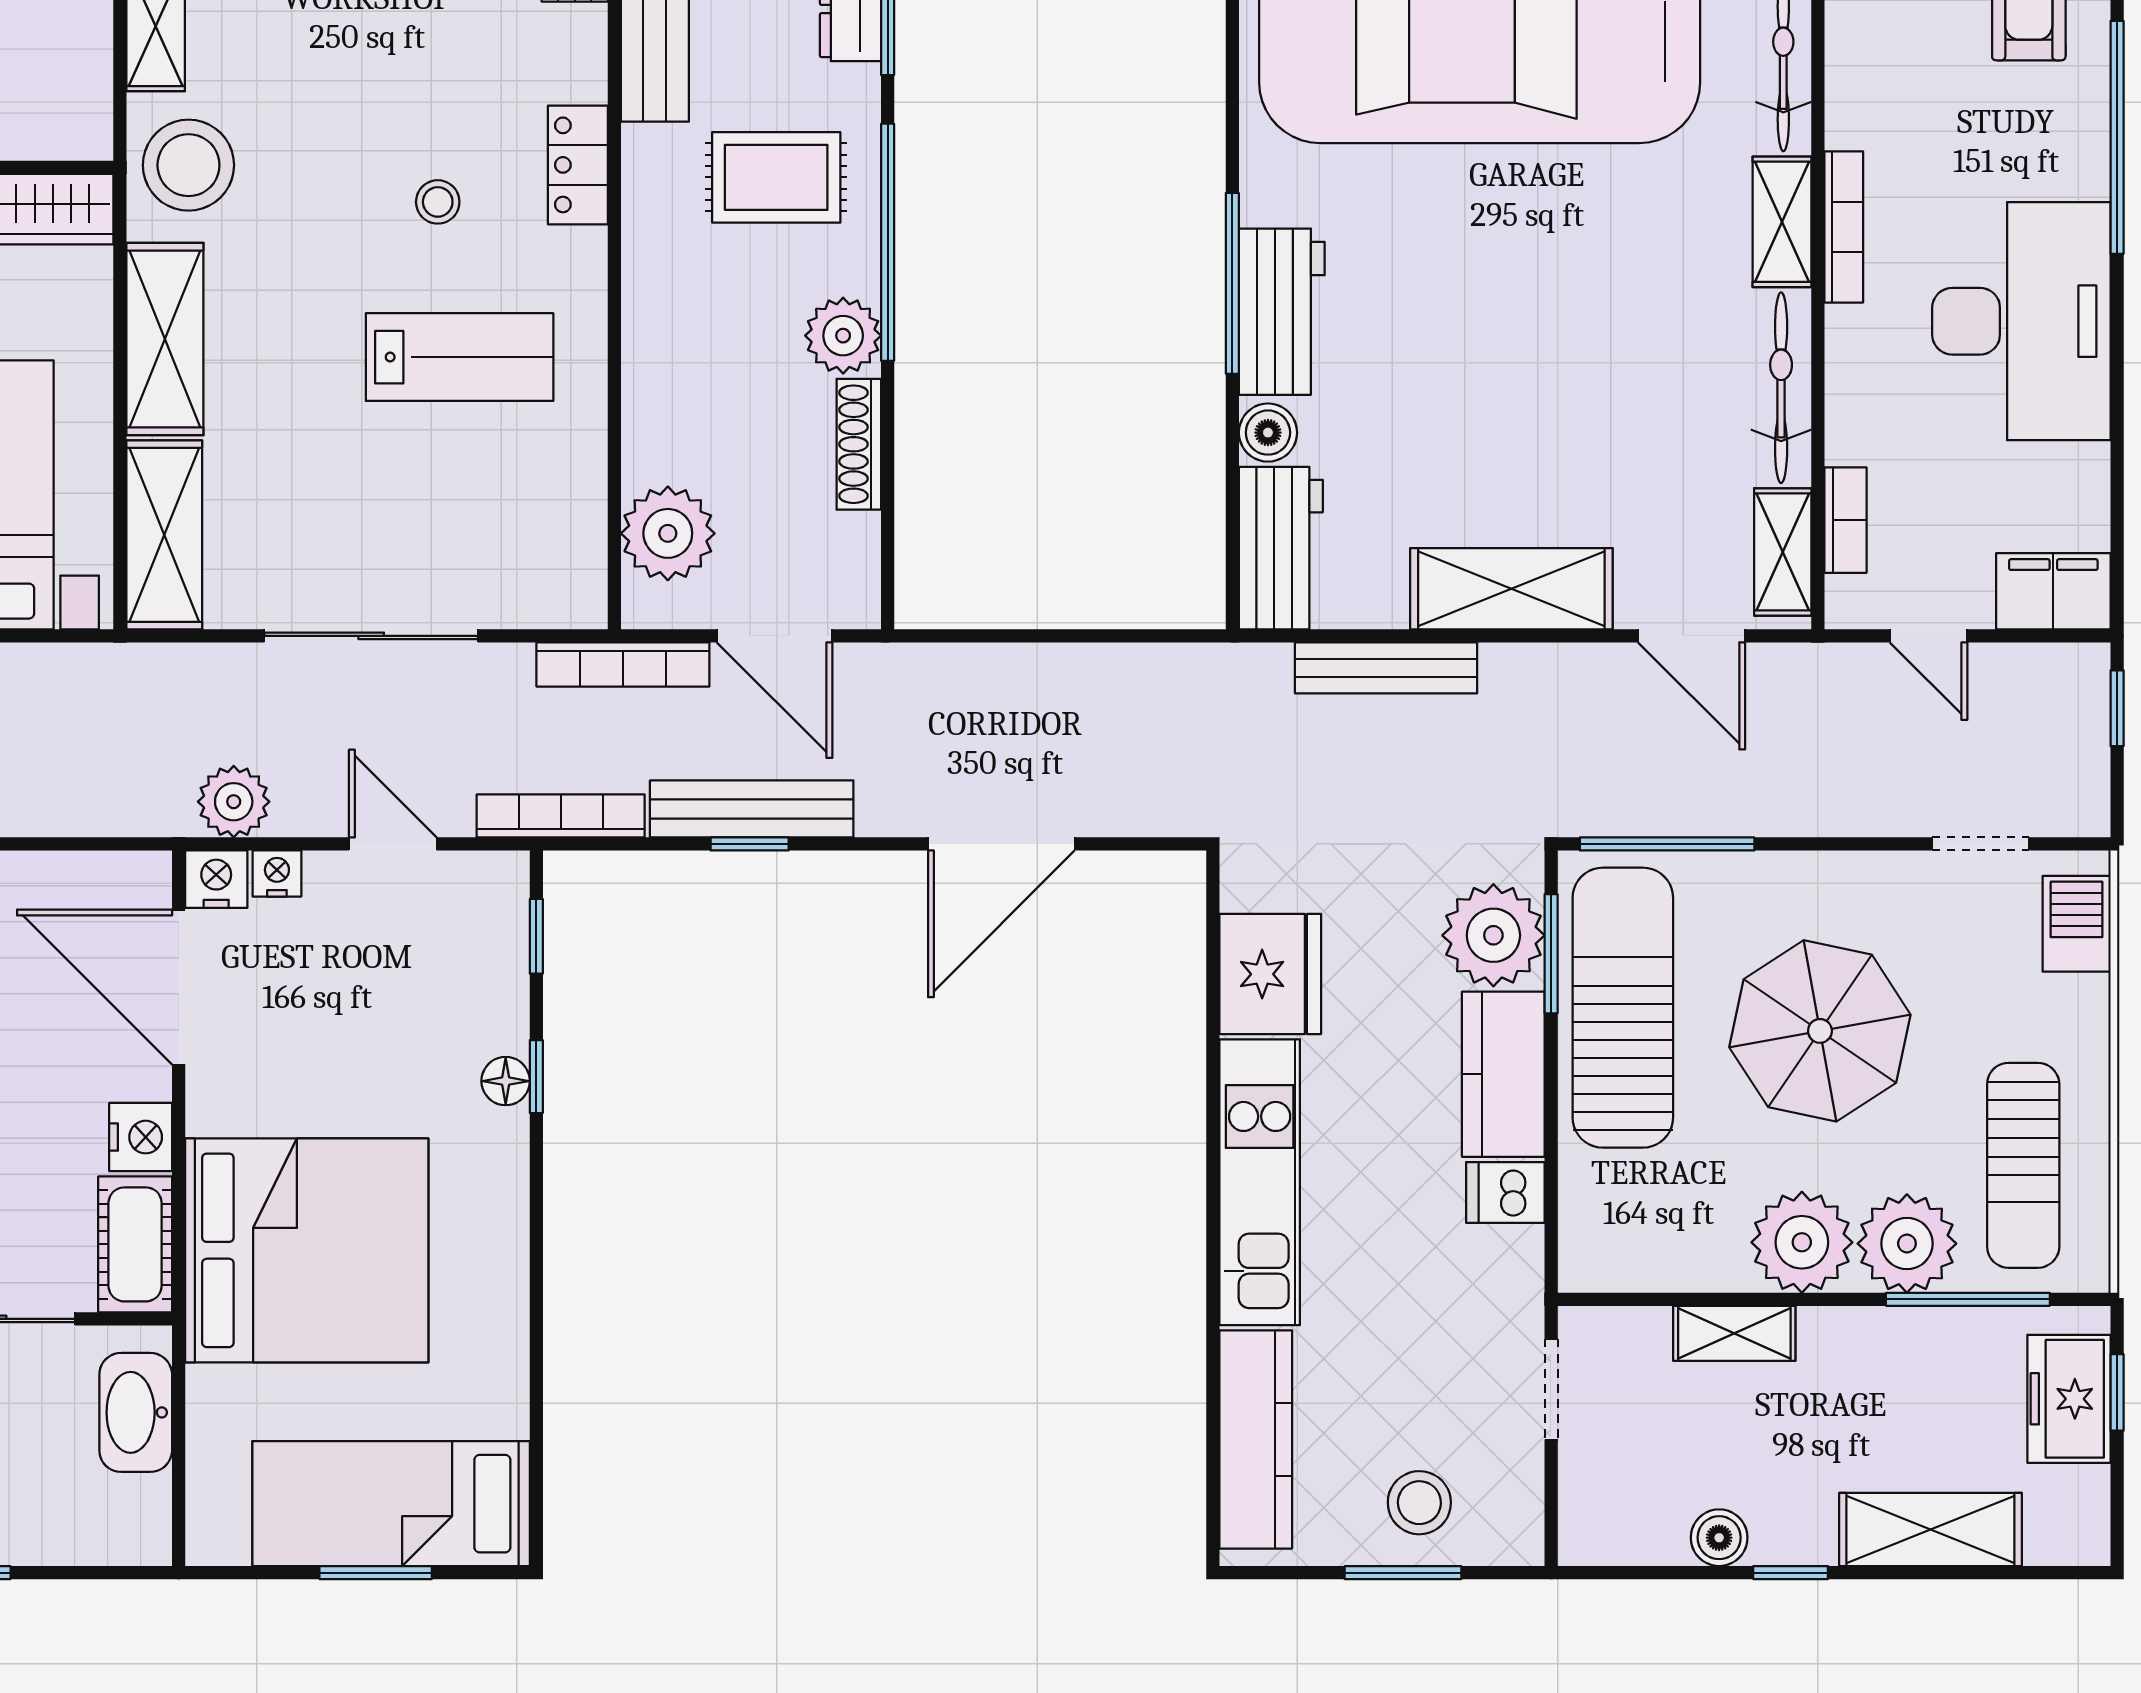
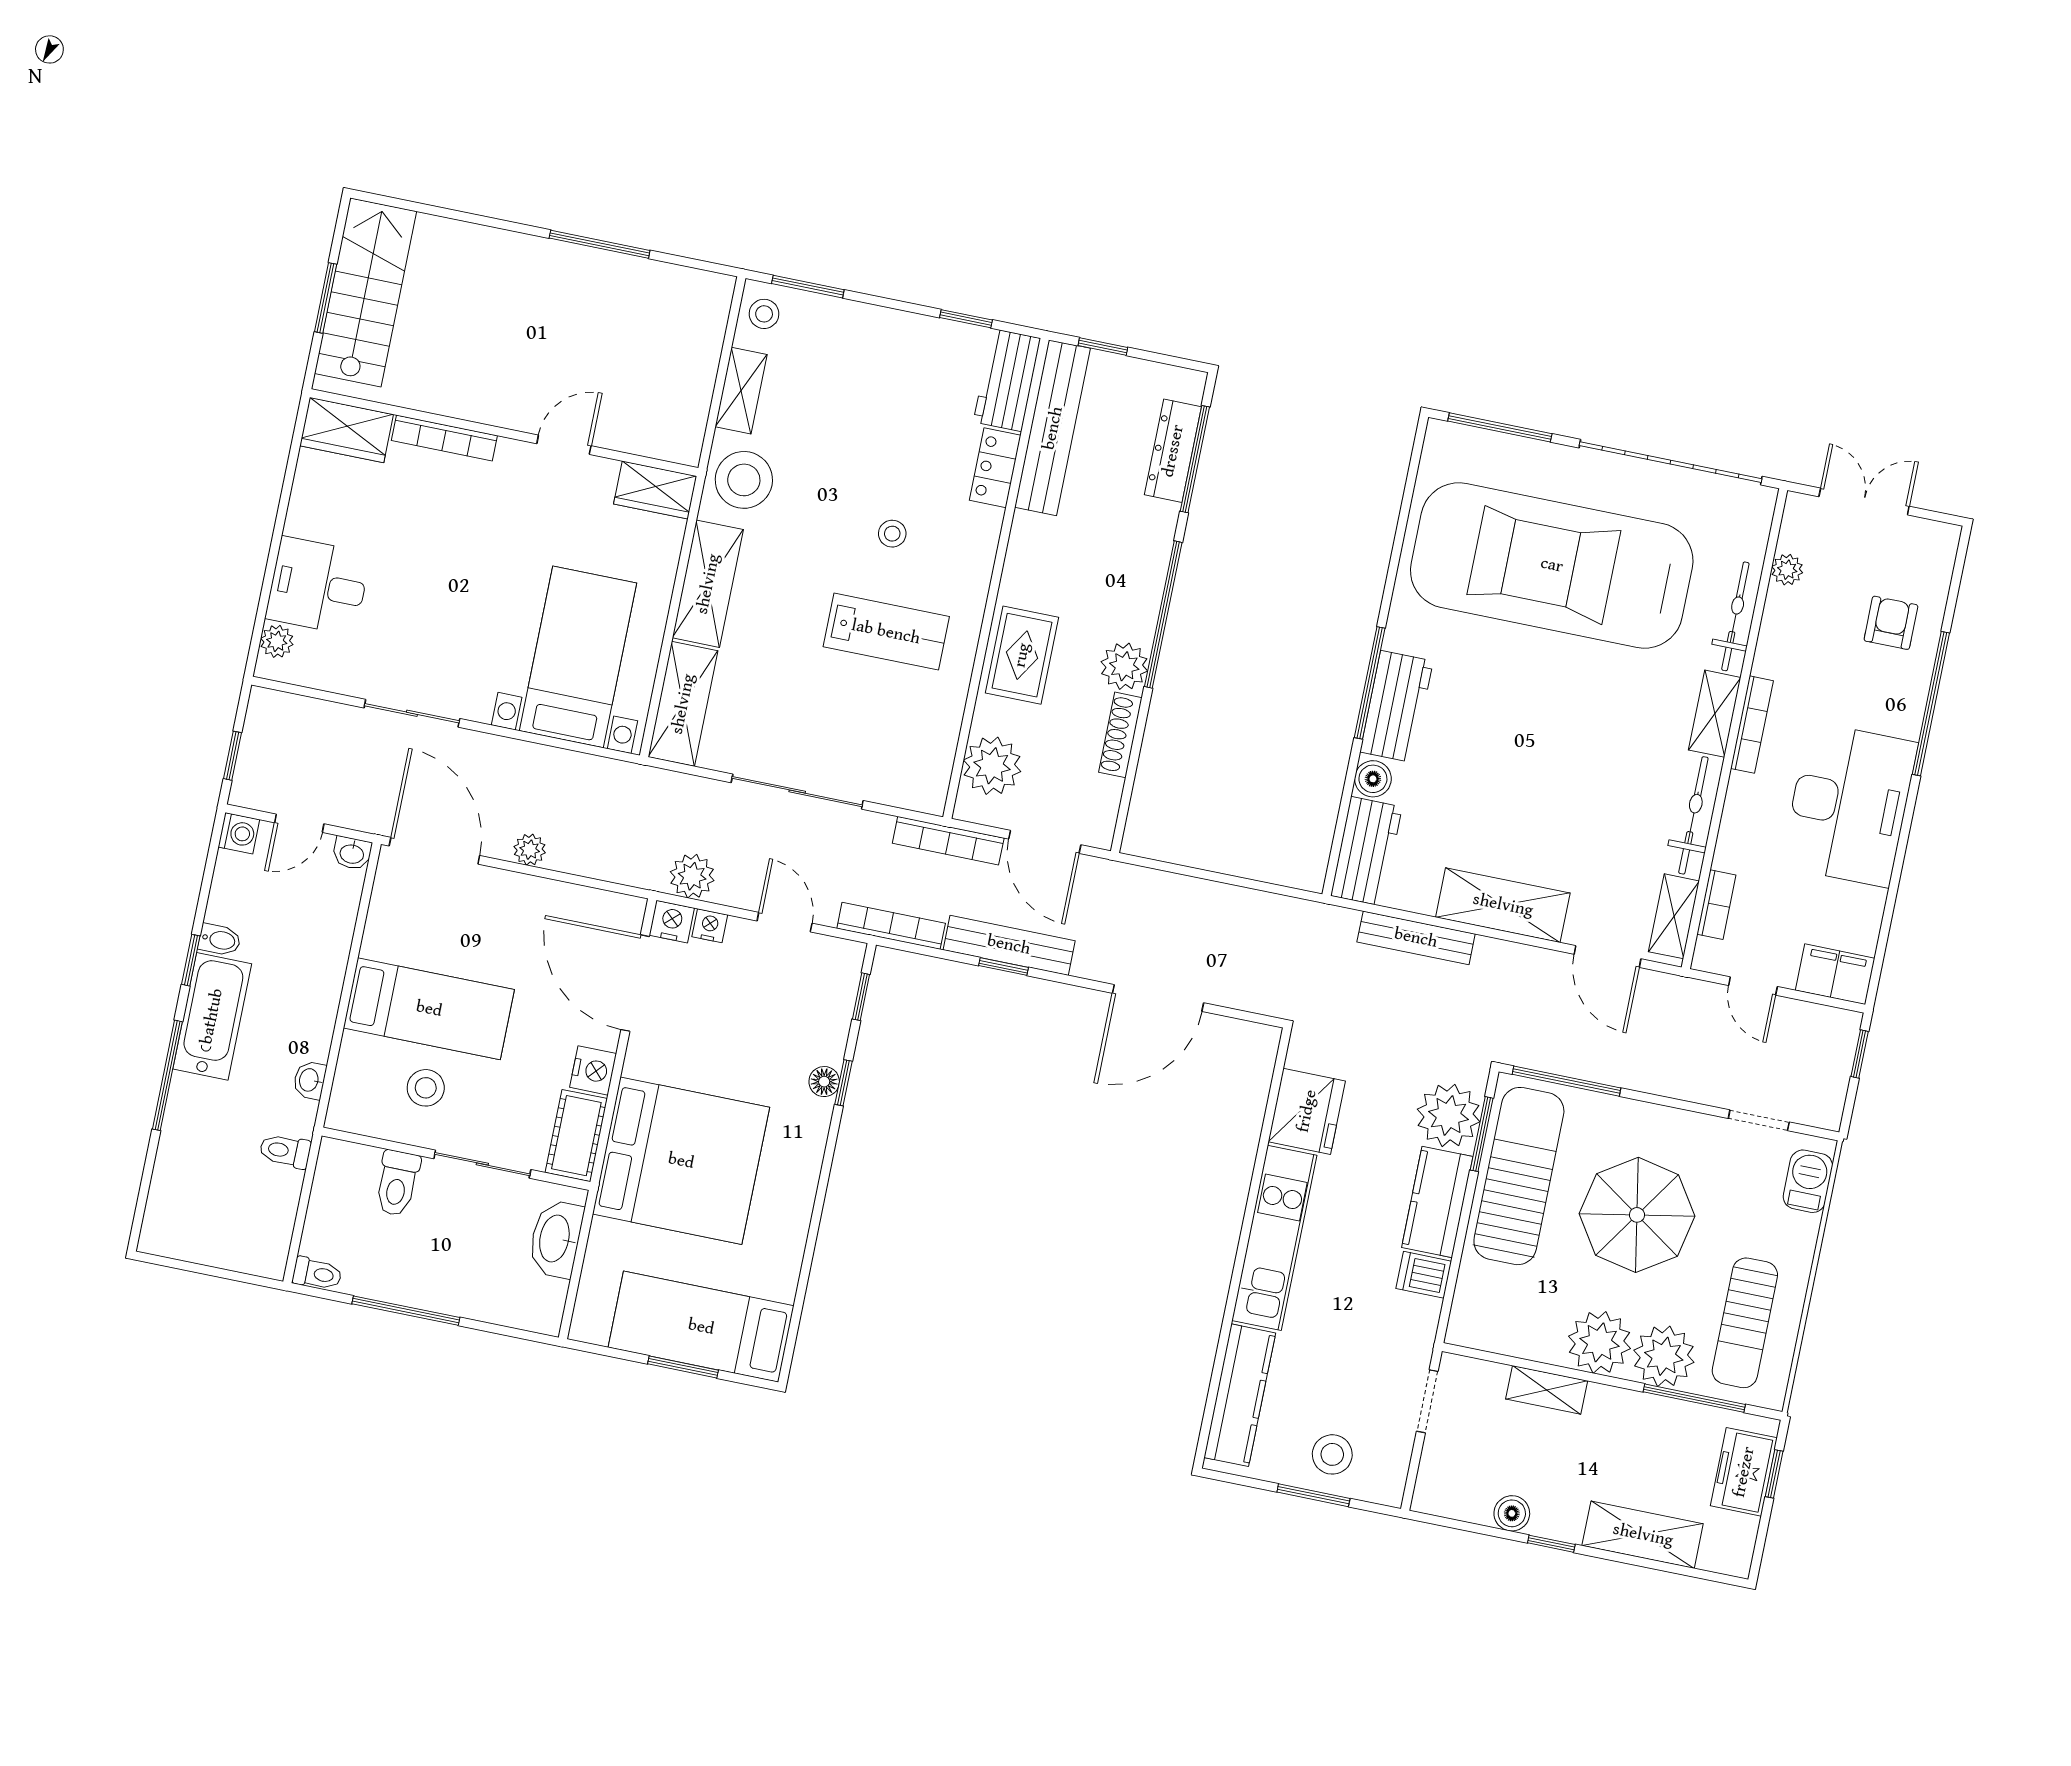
locker: (578, 165) -> (995, 468), moved
rug: (776, 177) -> (1022, 655), moved, turned 90

